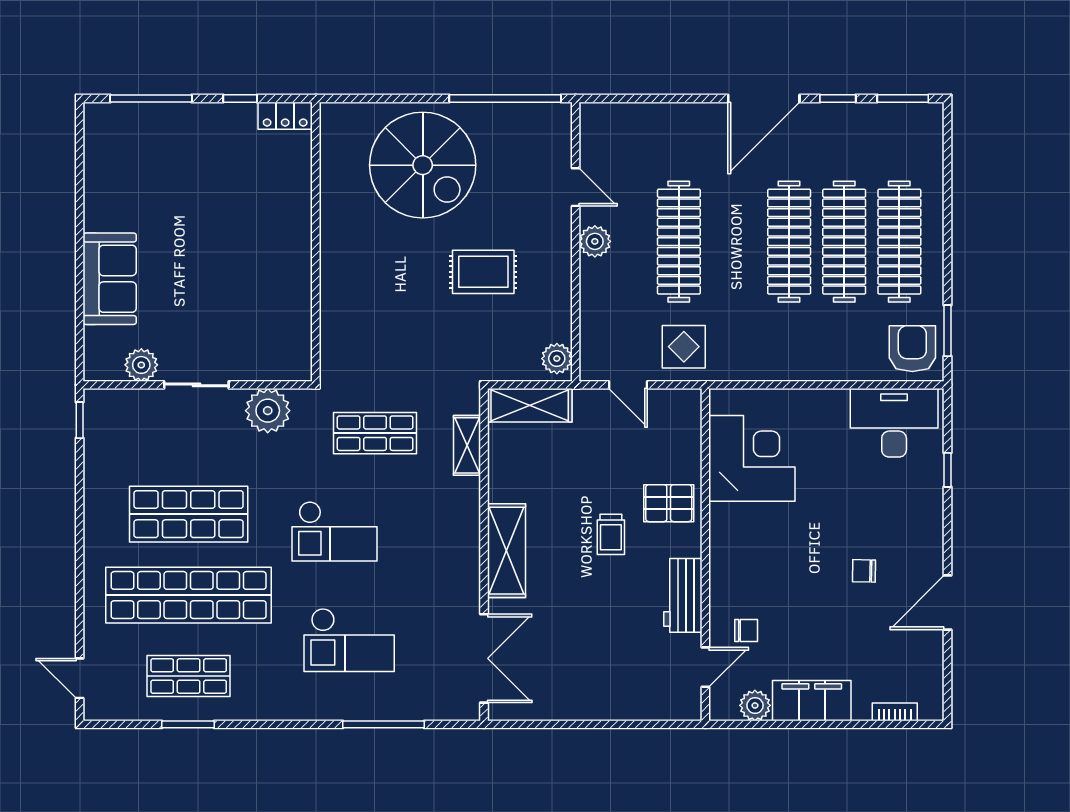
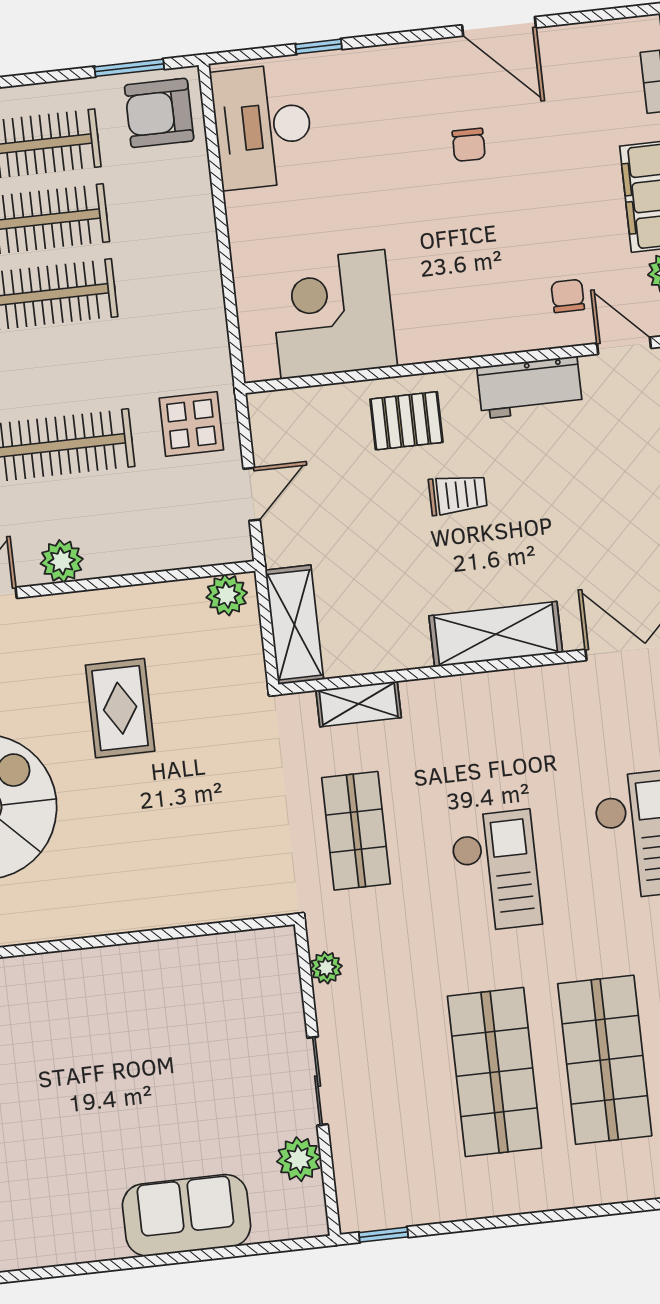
plant: (268, 411) -> (326, 968), width x0.53, depth x0.53
pallet: (669, 503) -> (406, 421), turned 90
shop shelf: (189, 595) -> (605, 1060), width x0.71

